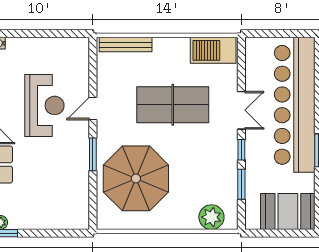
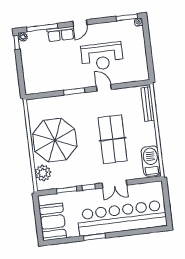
parasol: (136, 178) -> (55, 140), moved

